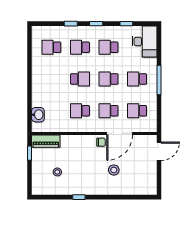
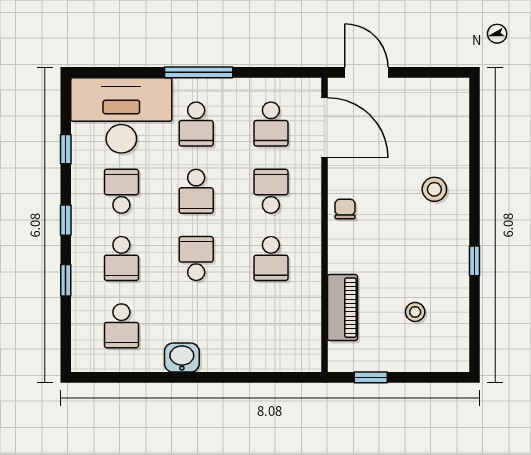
desk: (144, 41) -> (121, 115), width x1.36, depth x1.30
school desk: (109, 47) -> (121, 191), turned 180
school desk: (109, 111) -> (271, 191), turned 180
washbasin: (38, 115) -> (182, 358), moved
door: (120, 133) -> (325, 128), moved
piano: (46, 141) -> (342, 308), moved
stool: (114, 170) -> (434, 189), moved

